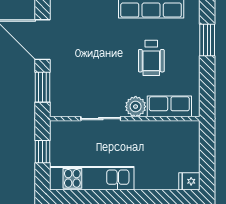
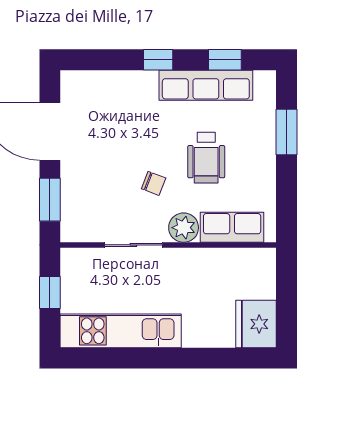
chair: (115, 76) -> (154, 183), added
fridge: (189, 181) -> (256, 324), width x1.88, depth x1.34

